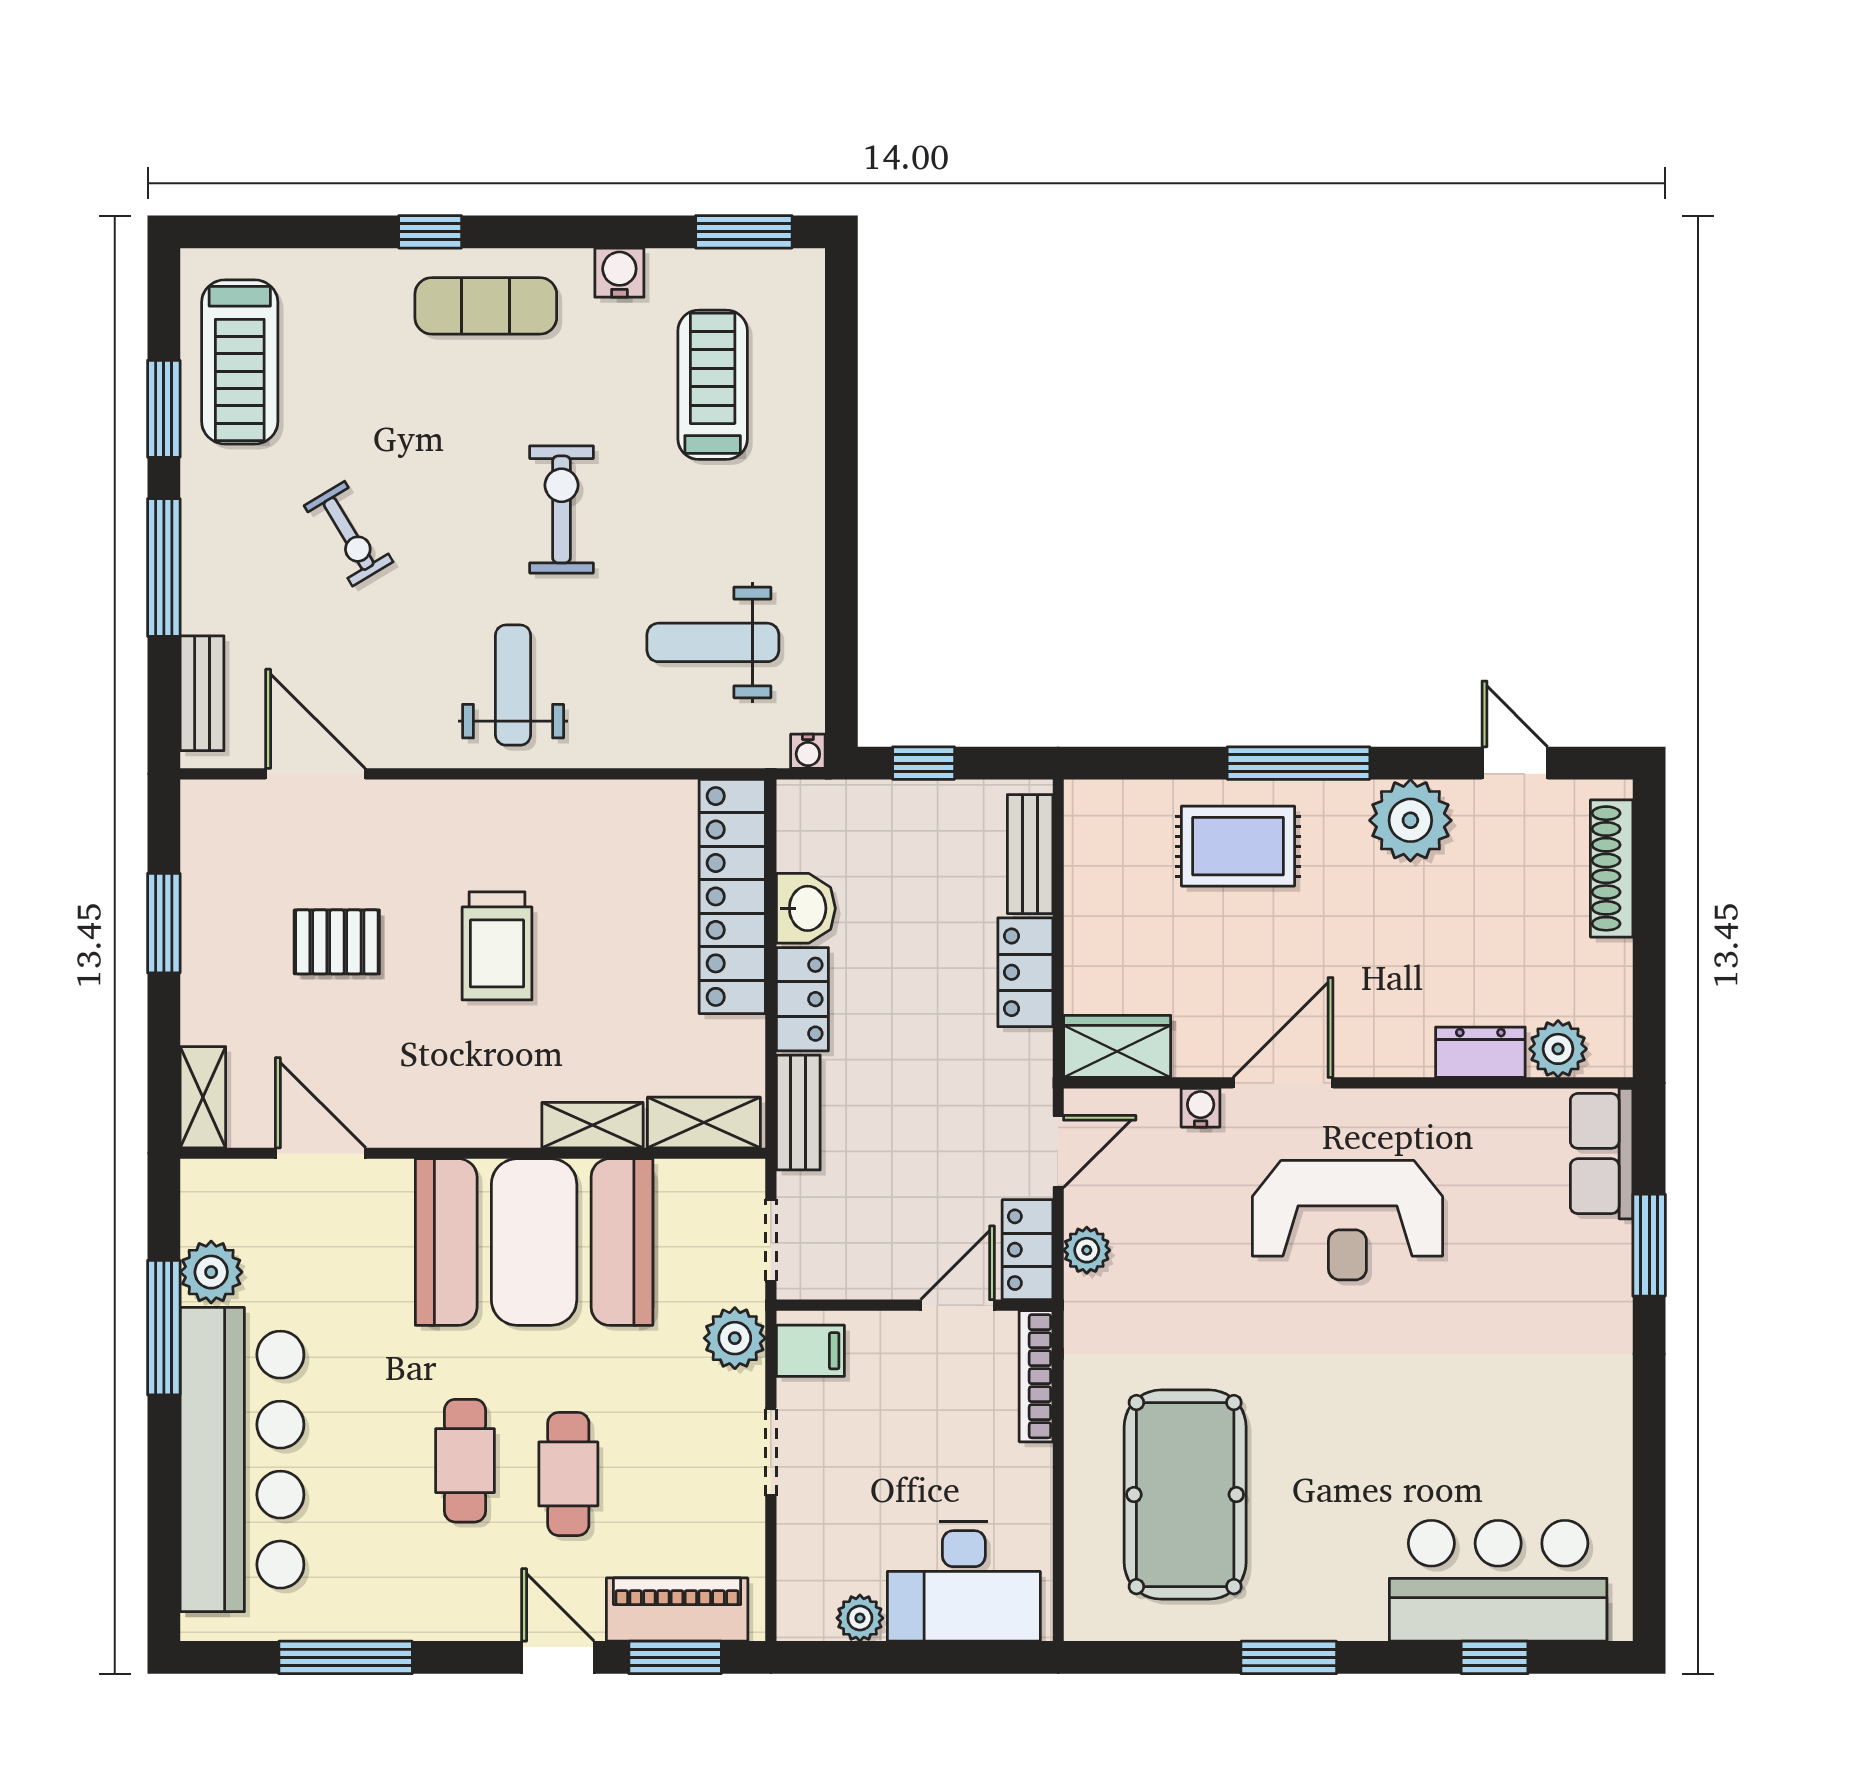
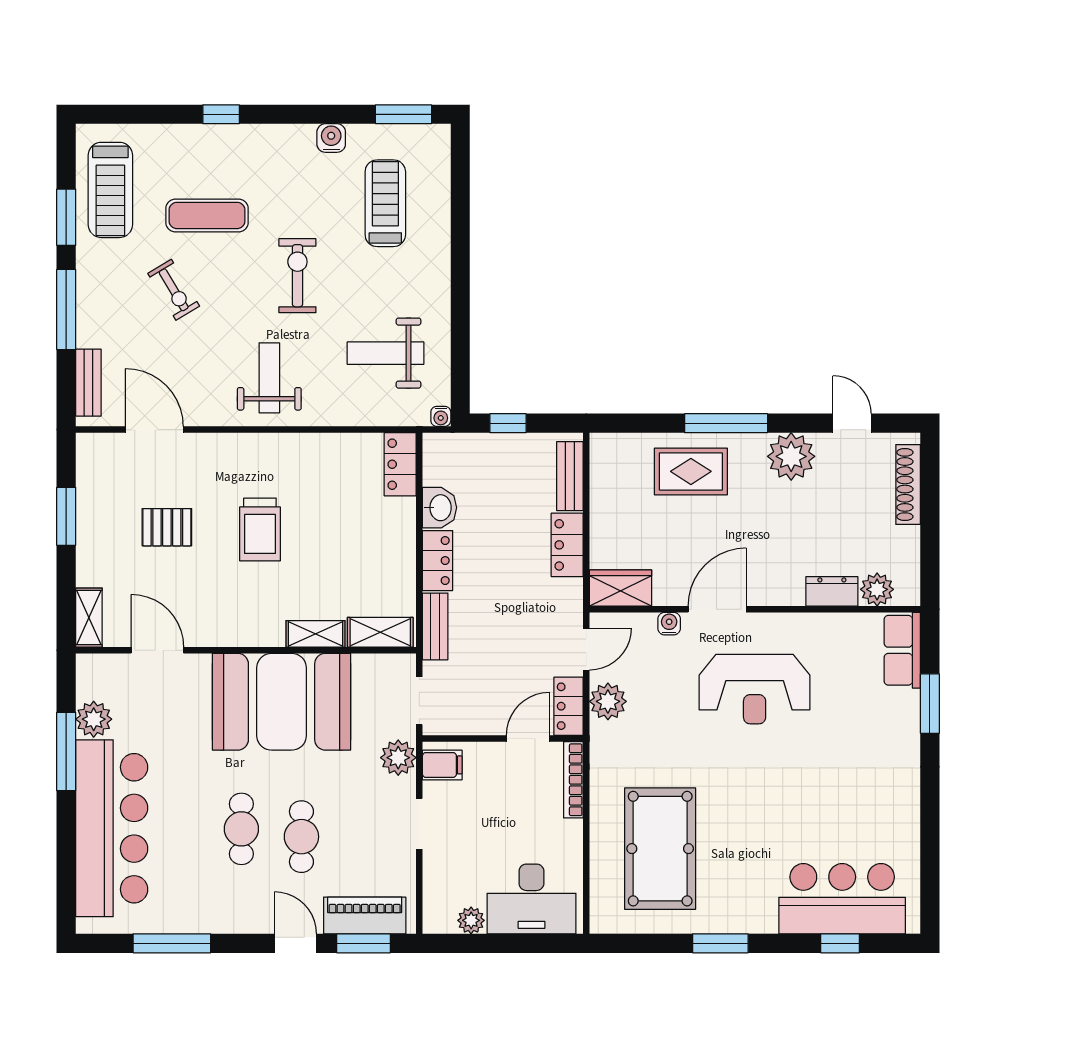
exercise mat: (486, 306) -> (207, 215), moved
locker: (732, 896) -> (400, 464), width x0.46, depth x0.83
plant: (1087, 1250) -> (608, 701), width x1.38, depth x1.38

